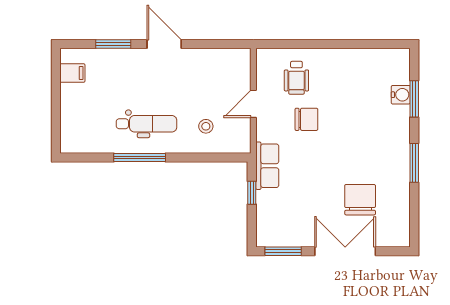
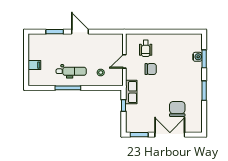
filing cabinet: (72, 73) -> (34, 65), moved

